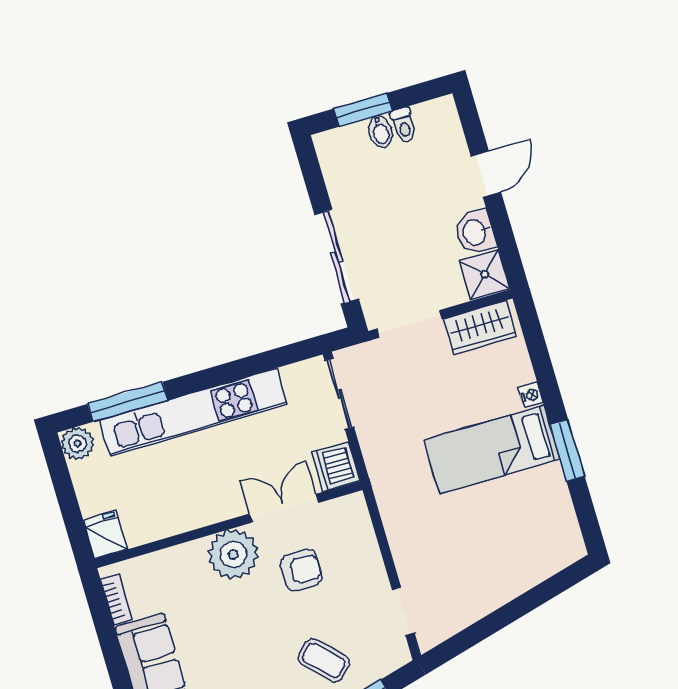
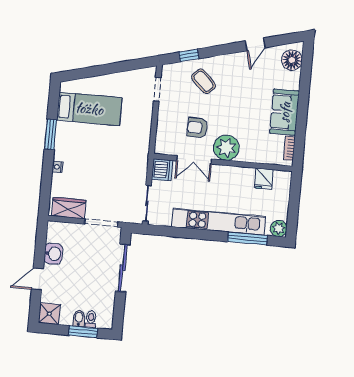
toilet: (404, 125) -> (91, 319), moved
shower: (485, 274) -> (49, 314), moved
bed: (492, 450) -> (89, 109), moved
fridge: (105, 535) -> (264, 179), moved

